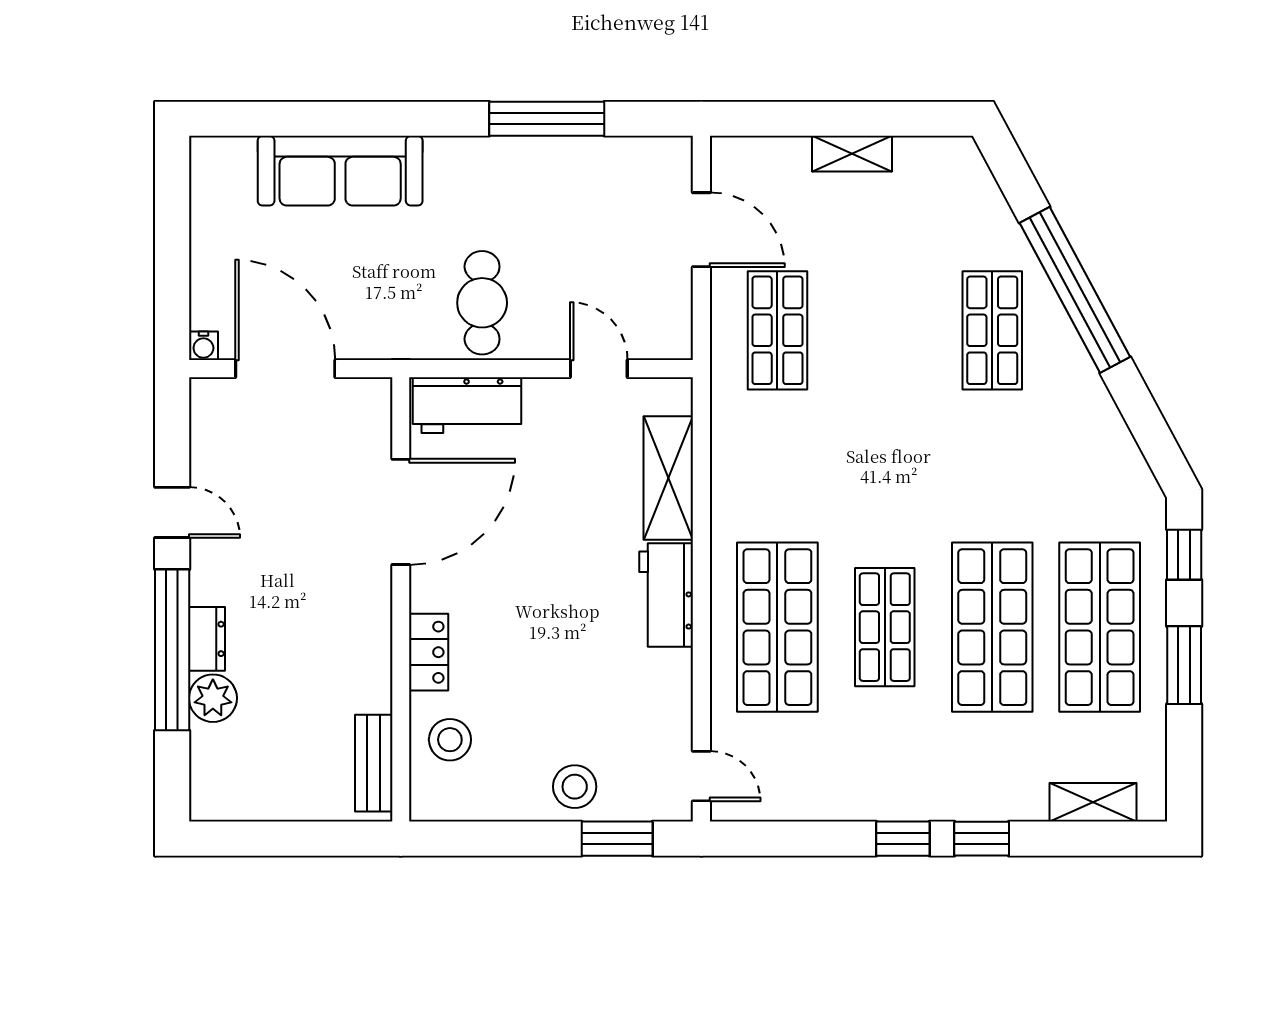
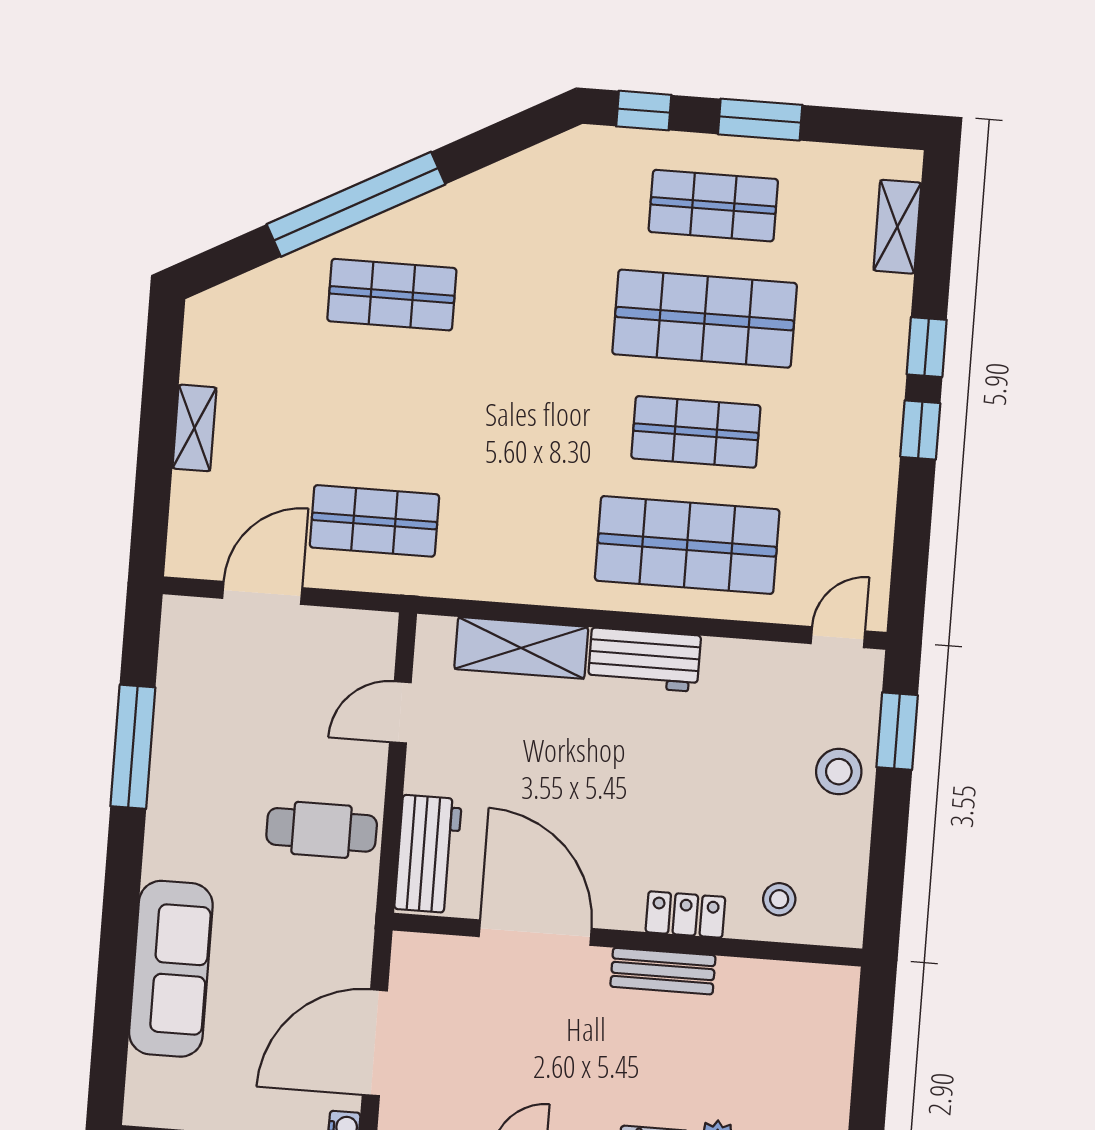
shop shelf: (1100, 627) -> (713, 206), width x0.70, depth x0.74
stool: (450, 740) -> (779, 899), width x0.73, depth x0.73
bench: (374, 763) -> (663, 971), moved

